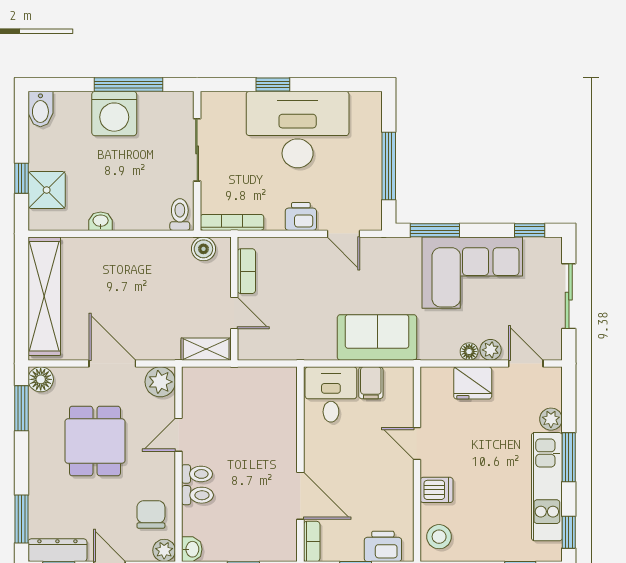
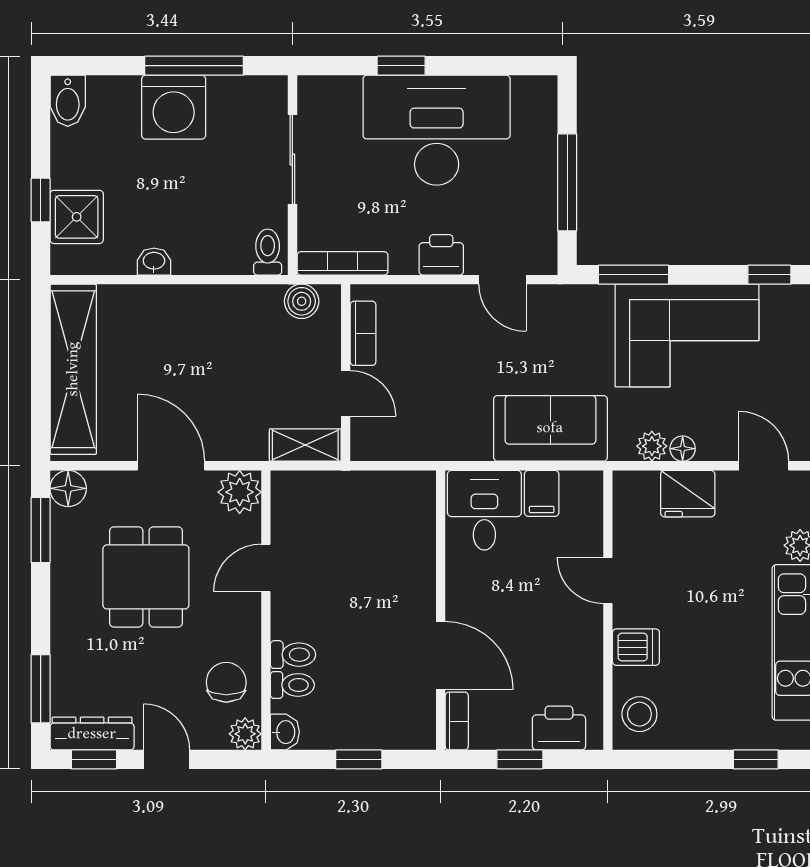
plant: (491, 350) -> (652, 446), moved
toilet: (197, 474) -> (292, 685), moved

